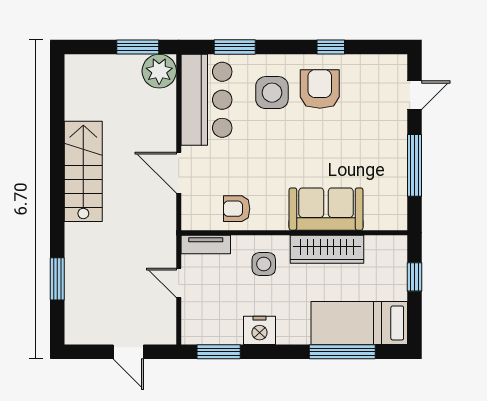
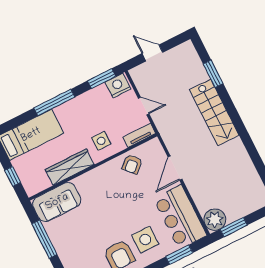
stairs: (83, 171) -> (214, 112), moved
door: (179, 173) -> (175, 168), swing flipped
armchair: (237, 209) -> (132, 164), turned 138
sofa: (326, 209) -> (57, 202), moved
nightstand: (260, 330) -> (118, 86), moved
window: (342, 352) -> (54, 103), moved

